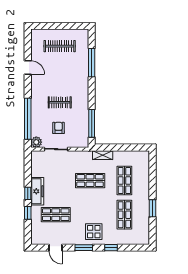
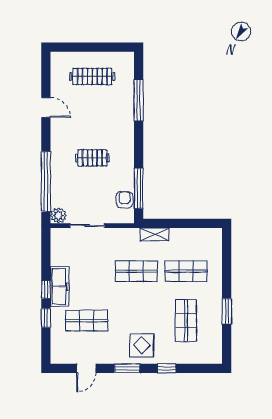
armchair: (58, 128) -> (125, 200), moved
shop shelf: (124, 181) -> (186, 271), turned 90
door: (55, 248) -> (86, 368), hinge flipped

